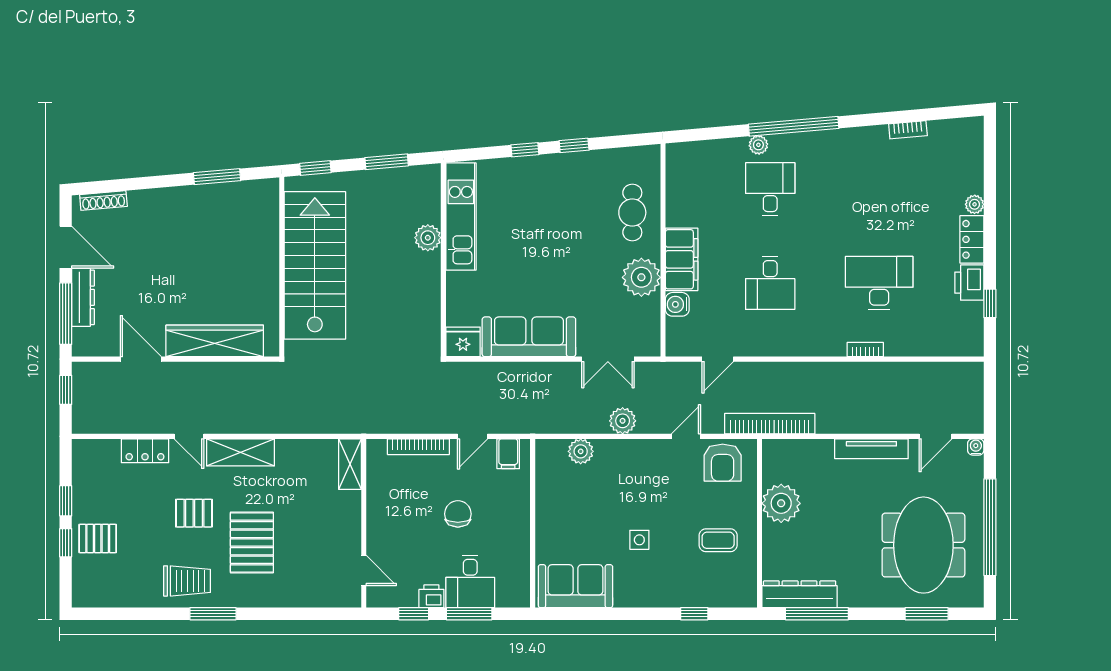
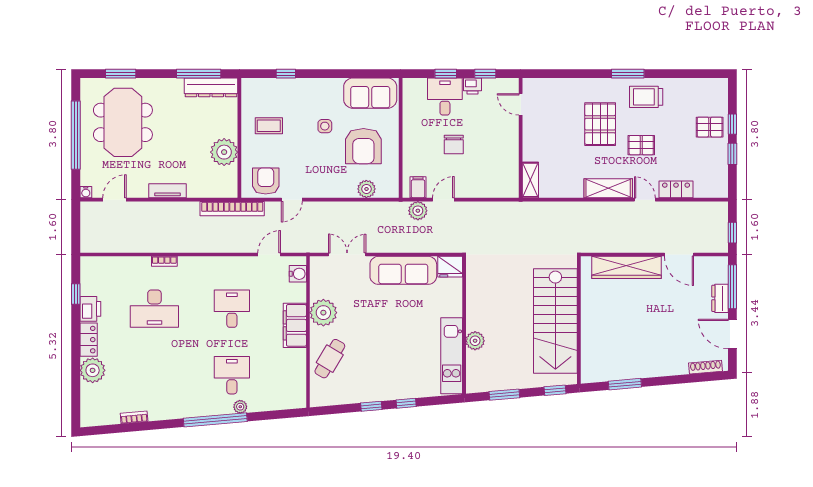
desk: (770, 189) -> (232, 375), turned 180
plant: (975, 204) -> (93, 370), width x1.88, depth x1.88
cafe table: (632, 213) -> (330, 359), turned 31
dresser: (83, 297) -> (720, 298), width x0.70
water cooler: (677, 304) -> (298, 274), moved
plant: (623, 421) -> (418, 211), moved
bookcase: (418, 447) -> (482, 192), removed
tv unit: (871, 449) -> (167, 191), width x0.71
armchair: (585, 512) -> (363, 146), added
window: (469, 614) -> (446, 74), width x0.67

